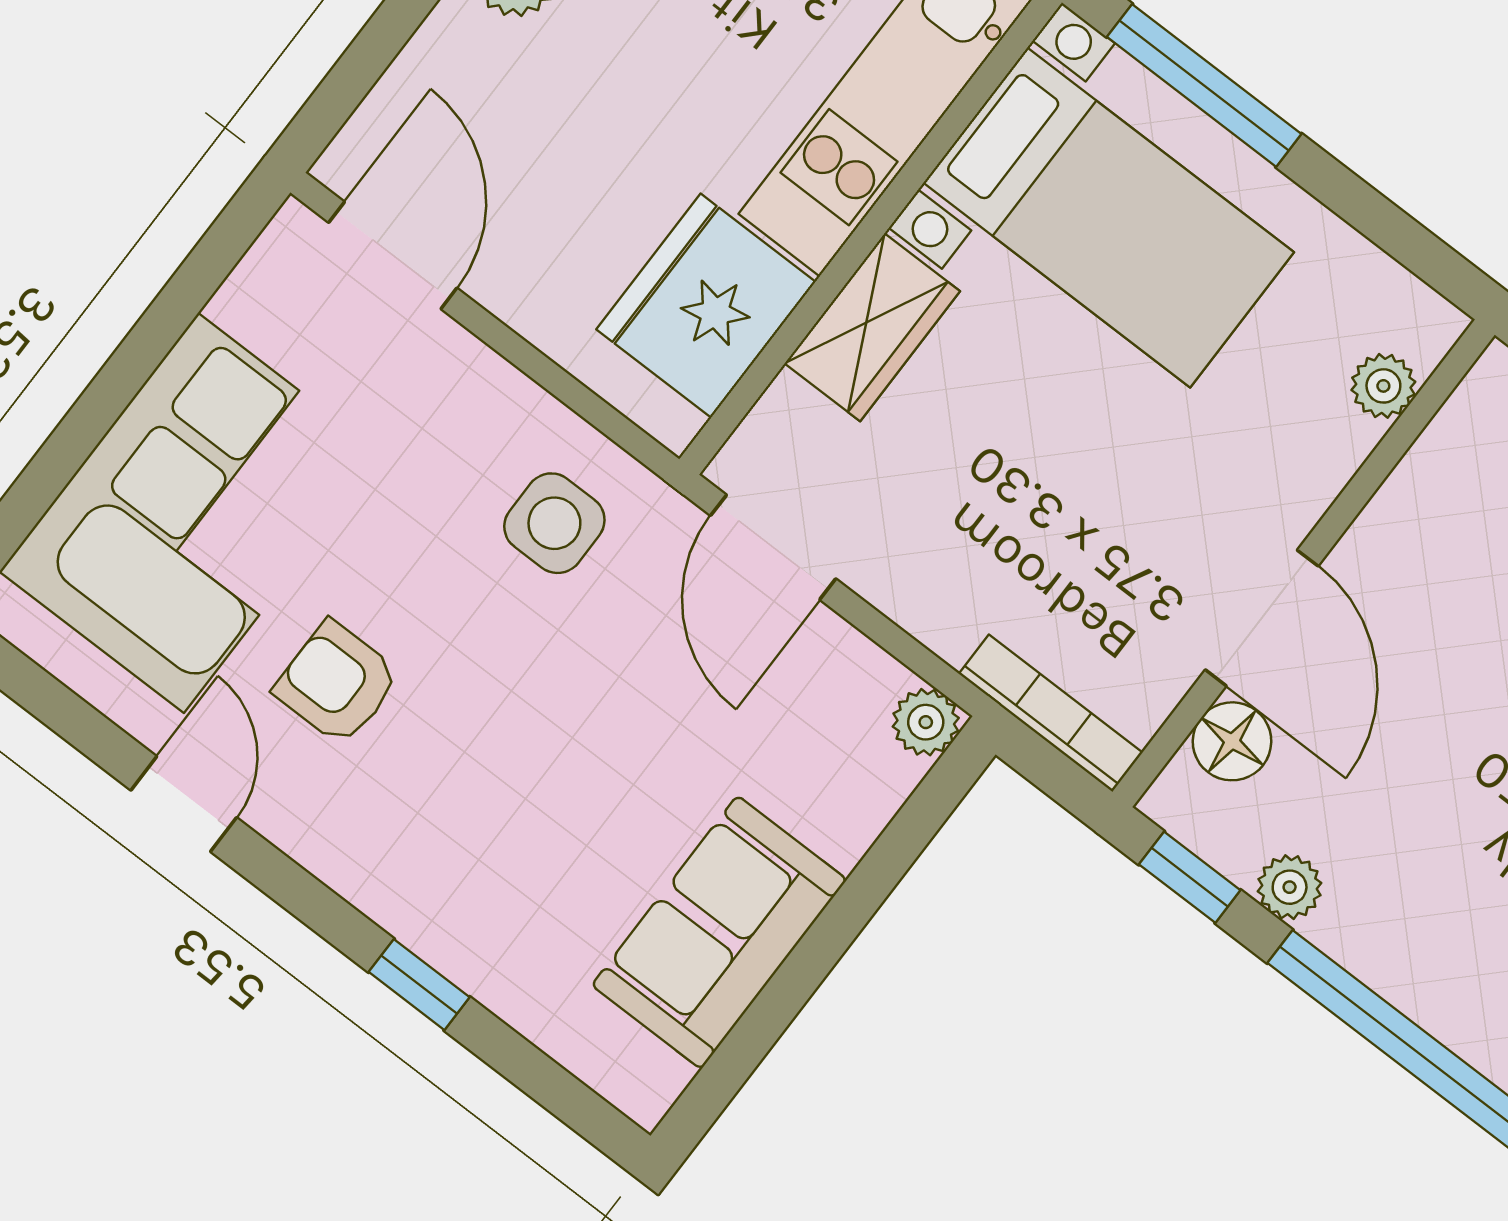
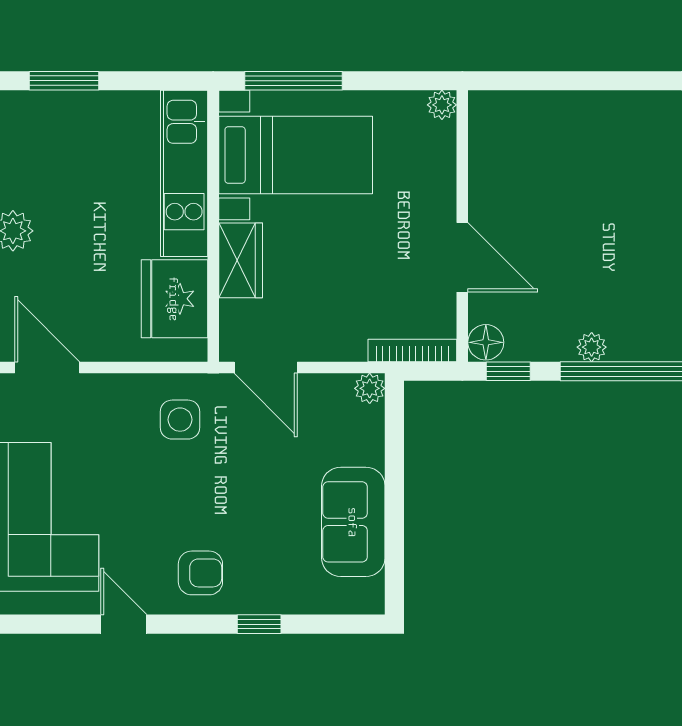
plant: (1383, 386) -> (442, 105), moved
armchair: (337, 683) -> (200, 573), moved, turned 180
floor lamp: (1232, 741) -> (486, 342), moved
plant: (1290, 887) -> (592, 347), moved

